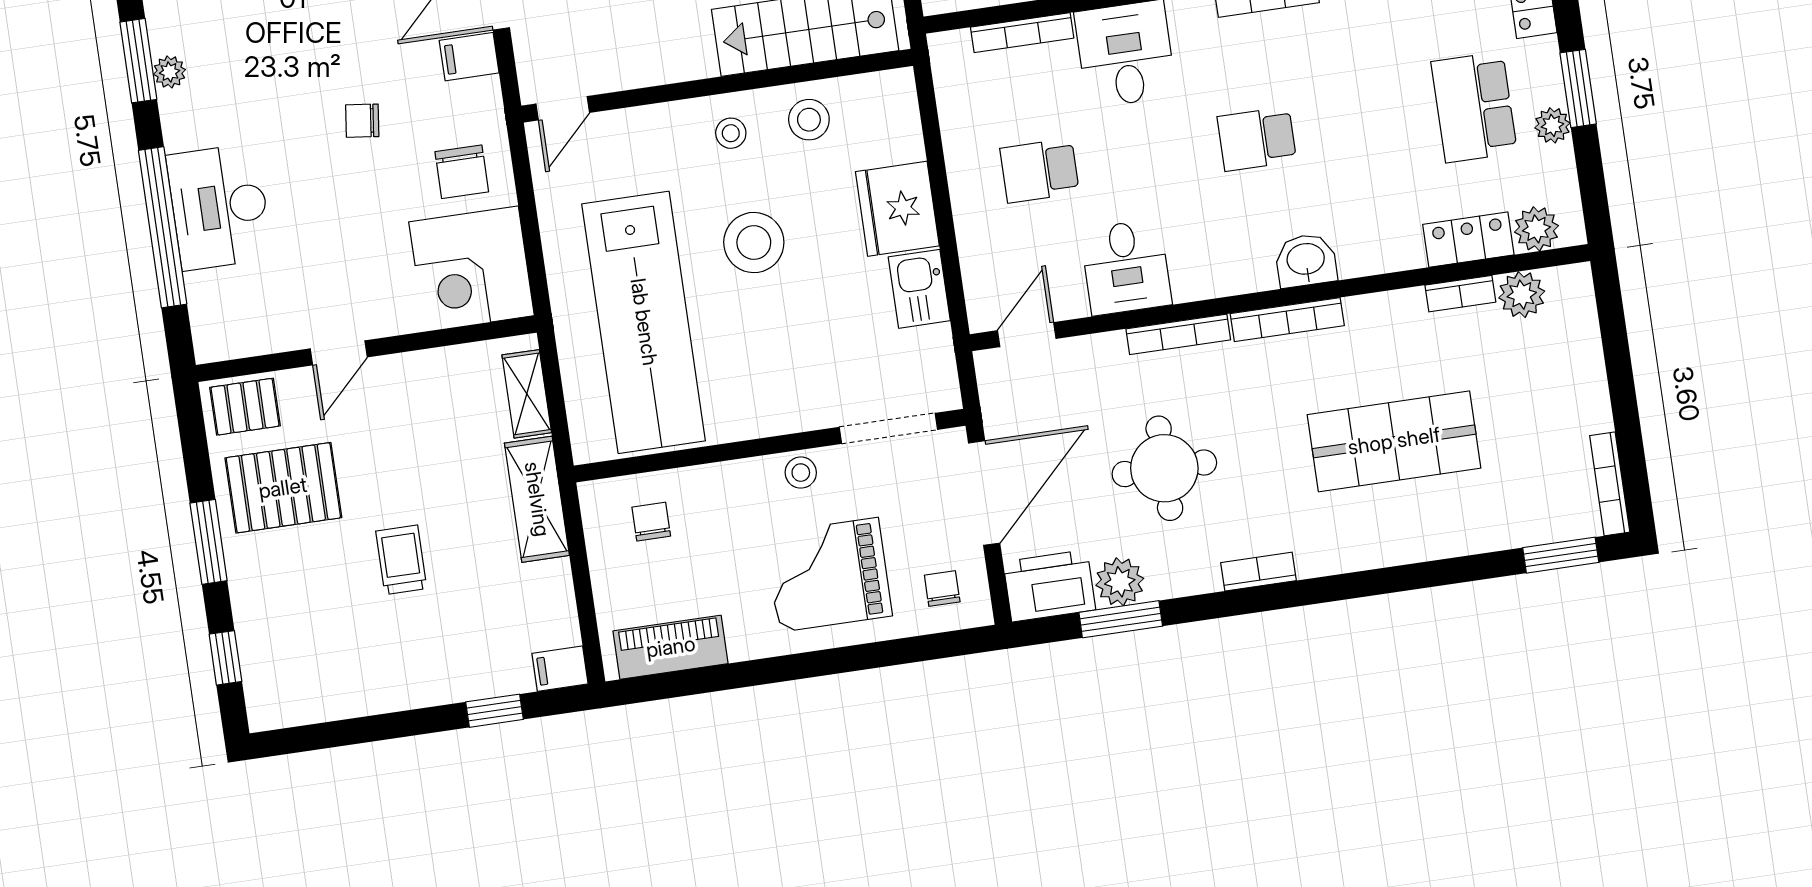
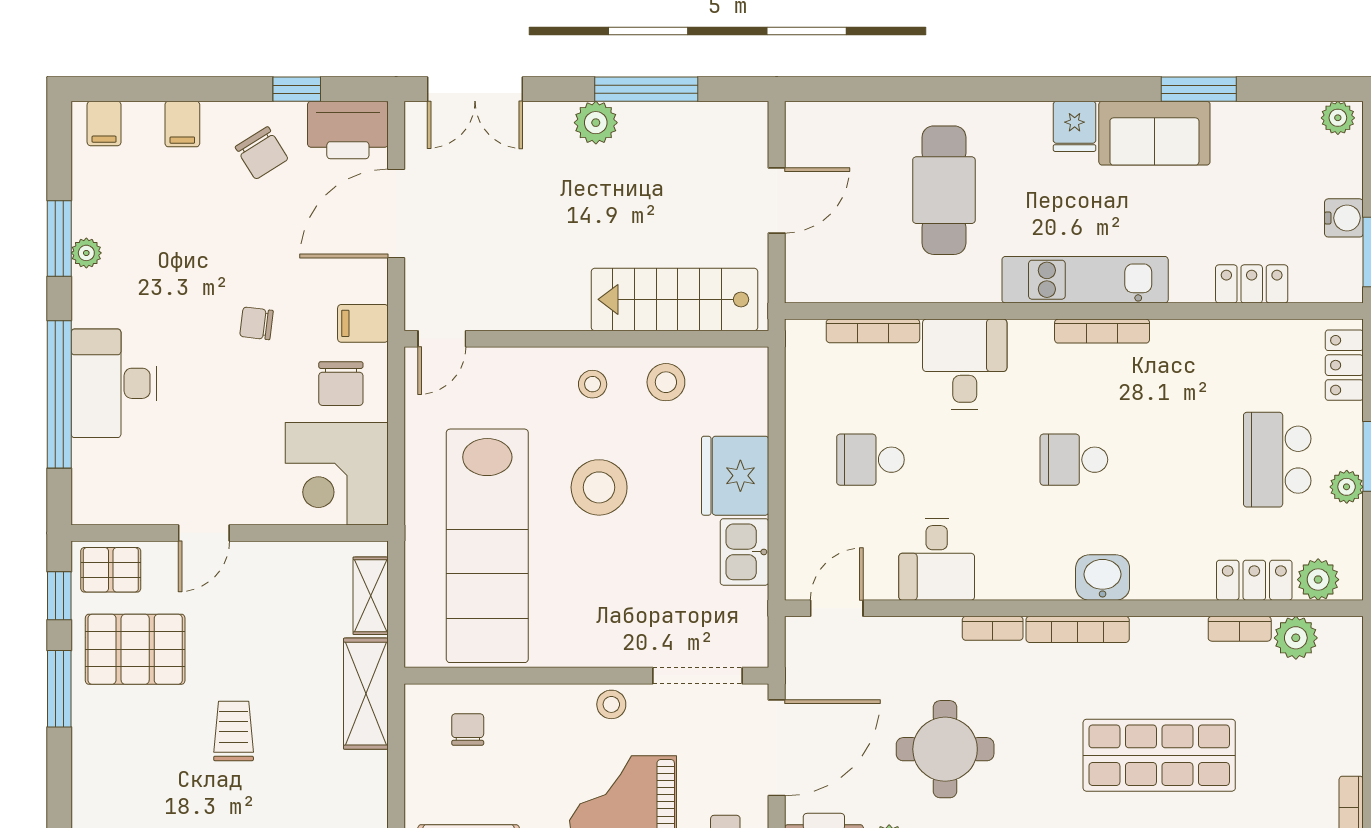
filing cabinet: (469, 57) -> (363, 323), moved
bookcase: (1178, 334) -> (993, 628), width x0.64
window: (225, 658) -> (59, 596), moved

